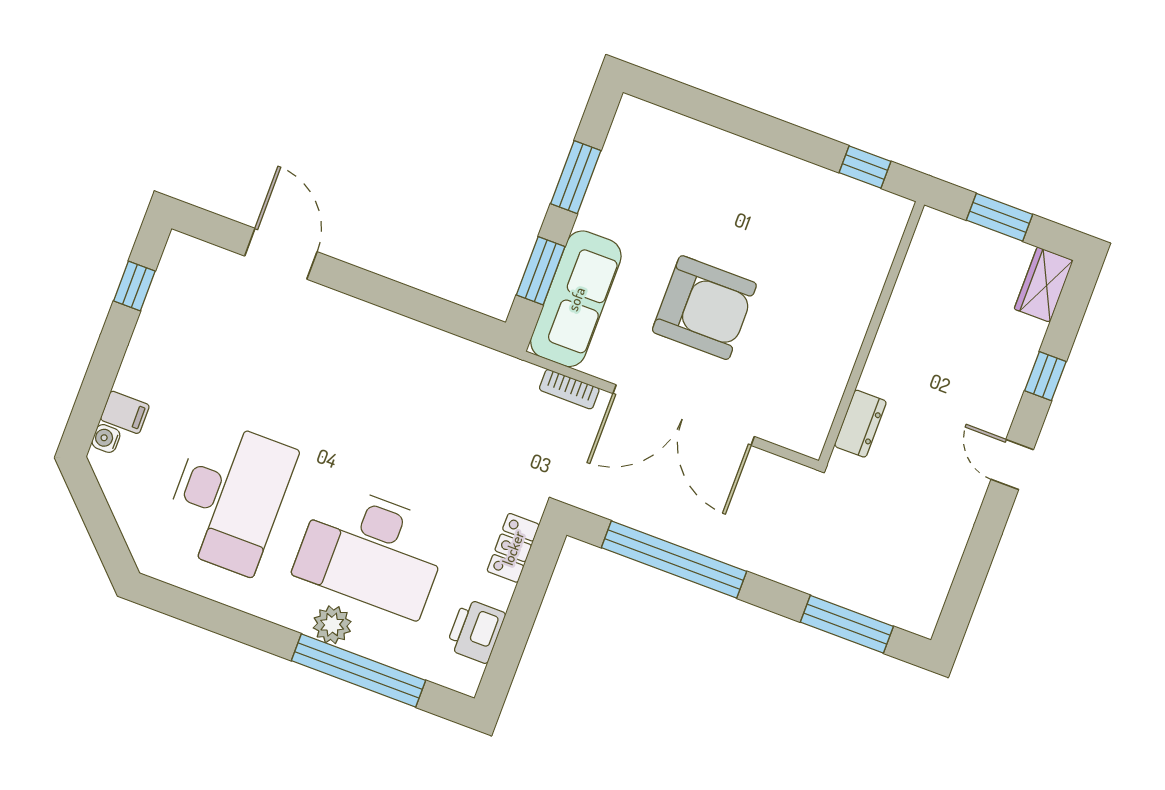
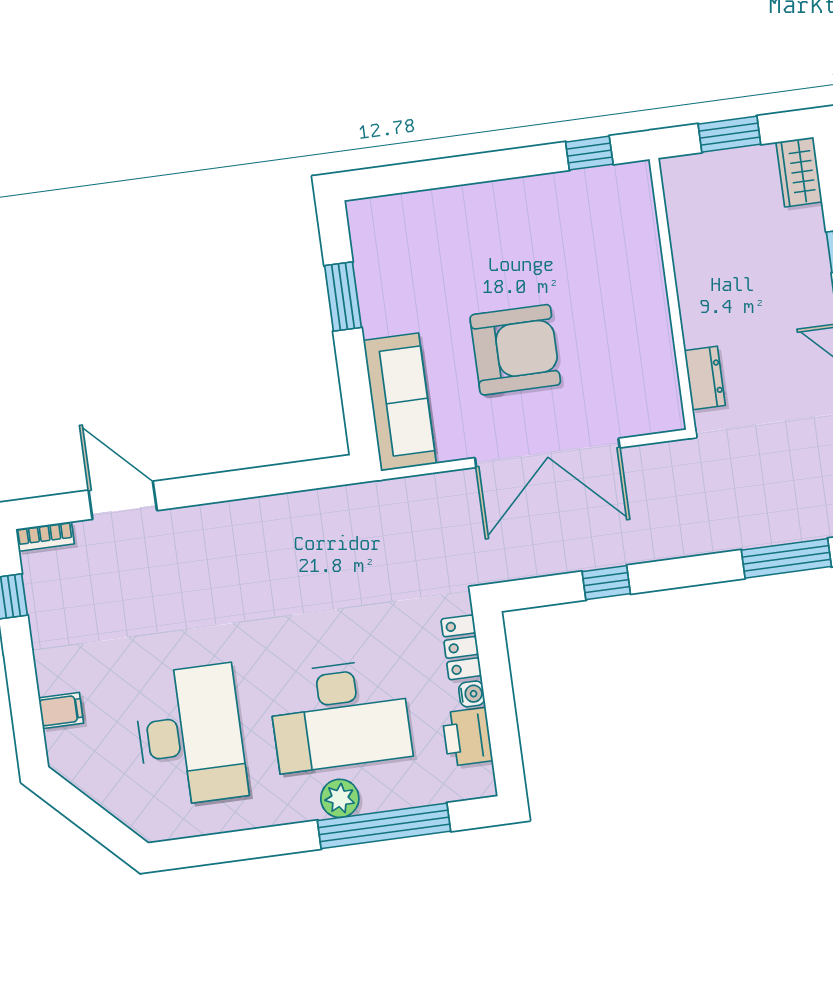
window: (541, 271) -> (356, 394), removed
bookcase: (569, 389) -> (45, 536), moved
water cooler: (106, 438) -> (472, 694), moved, turned 180
window: (674, 560) -> (606, 583), width x0.32

